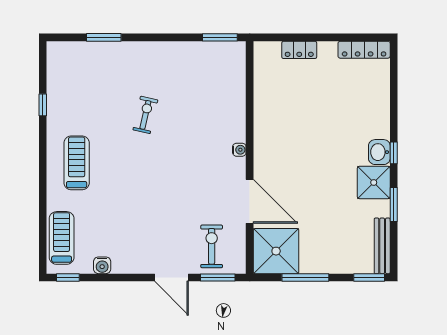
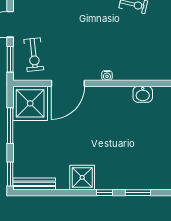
washbasin: (379, 152) -> (143, 94), moved, turned 180
window: (394, 205) -> (138, 193), moved
exercise bike: (212, 246) -> (34, 55), turned 84

